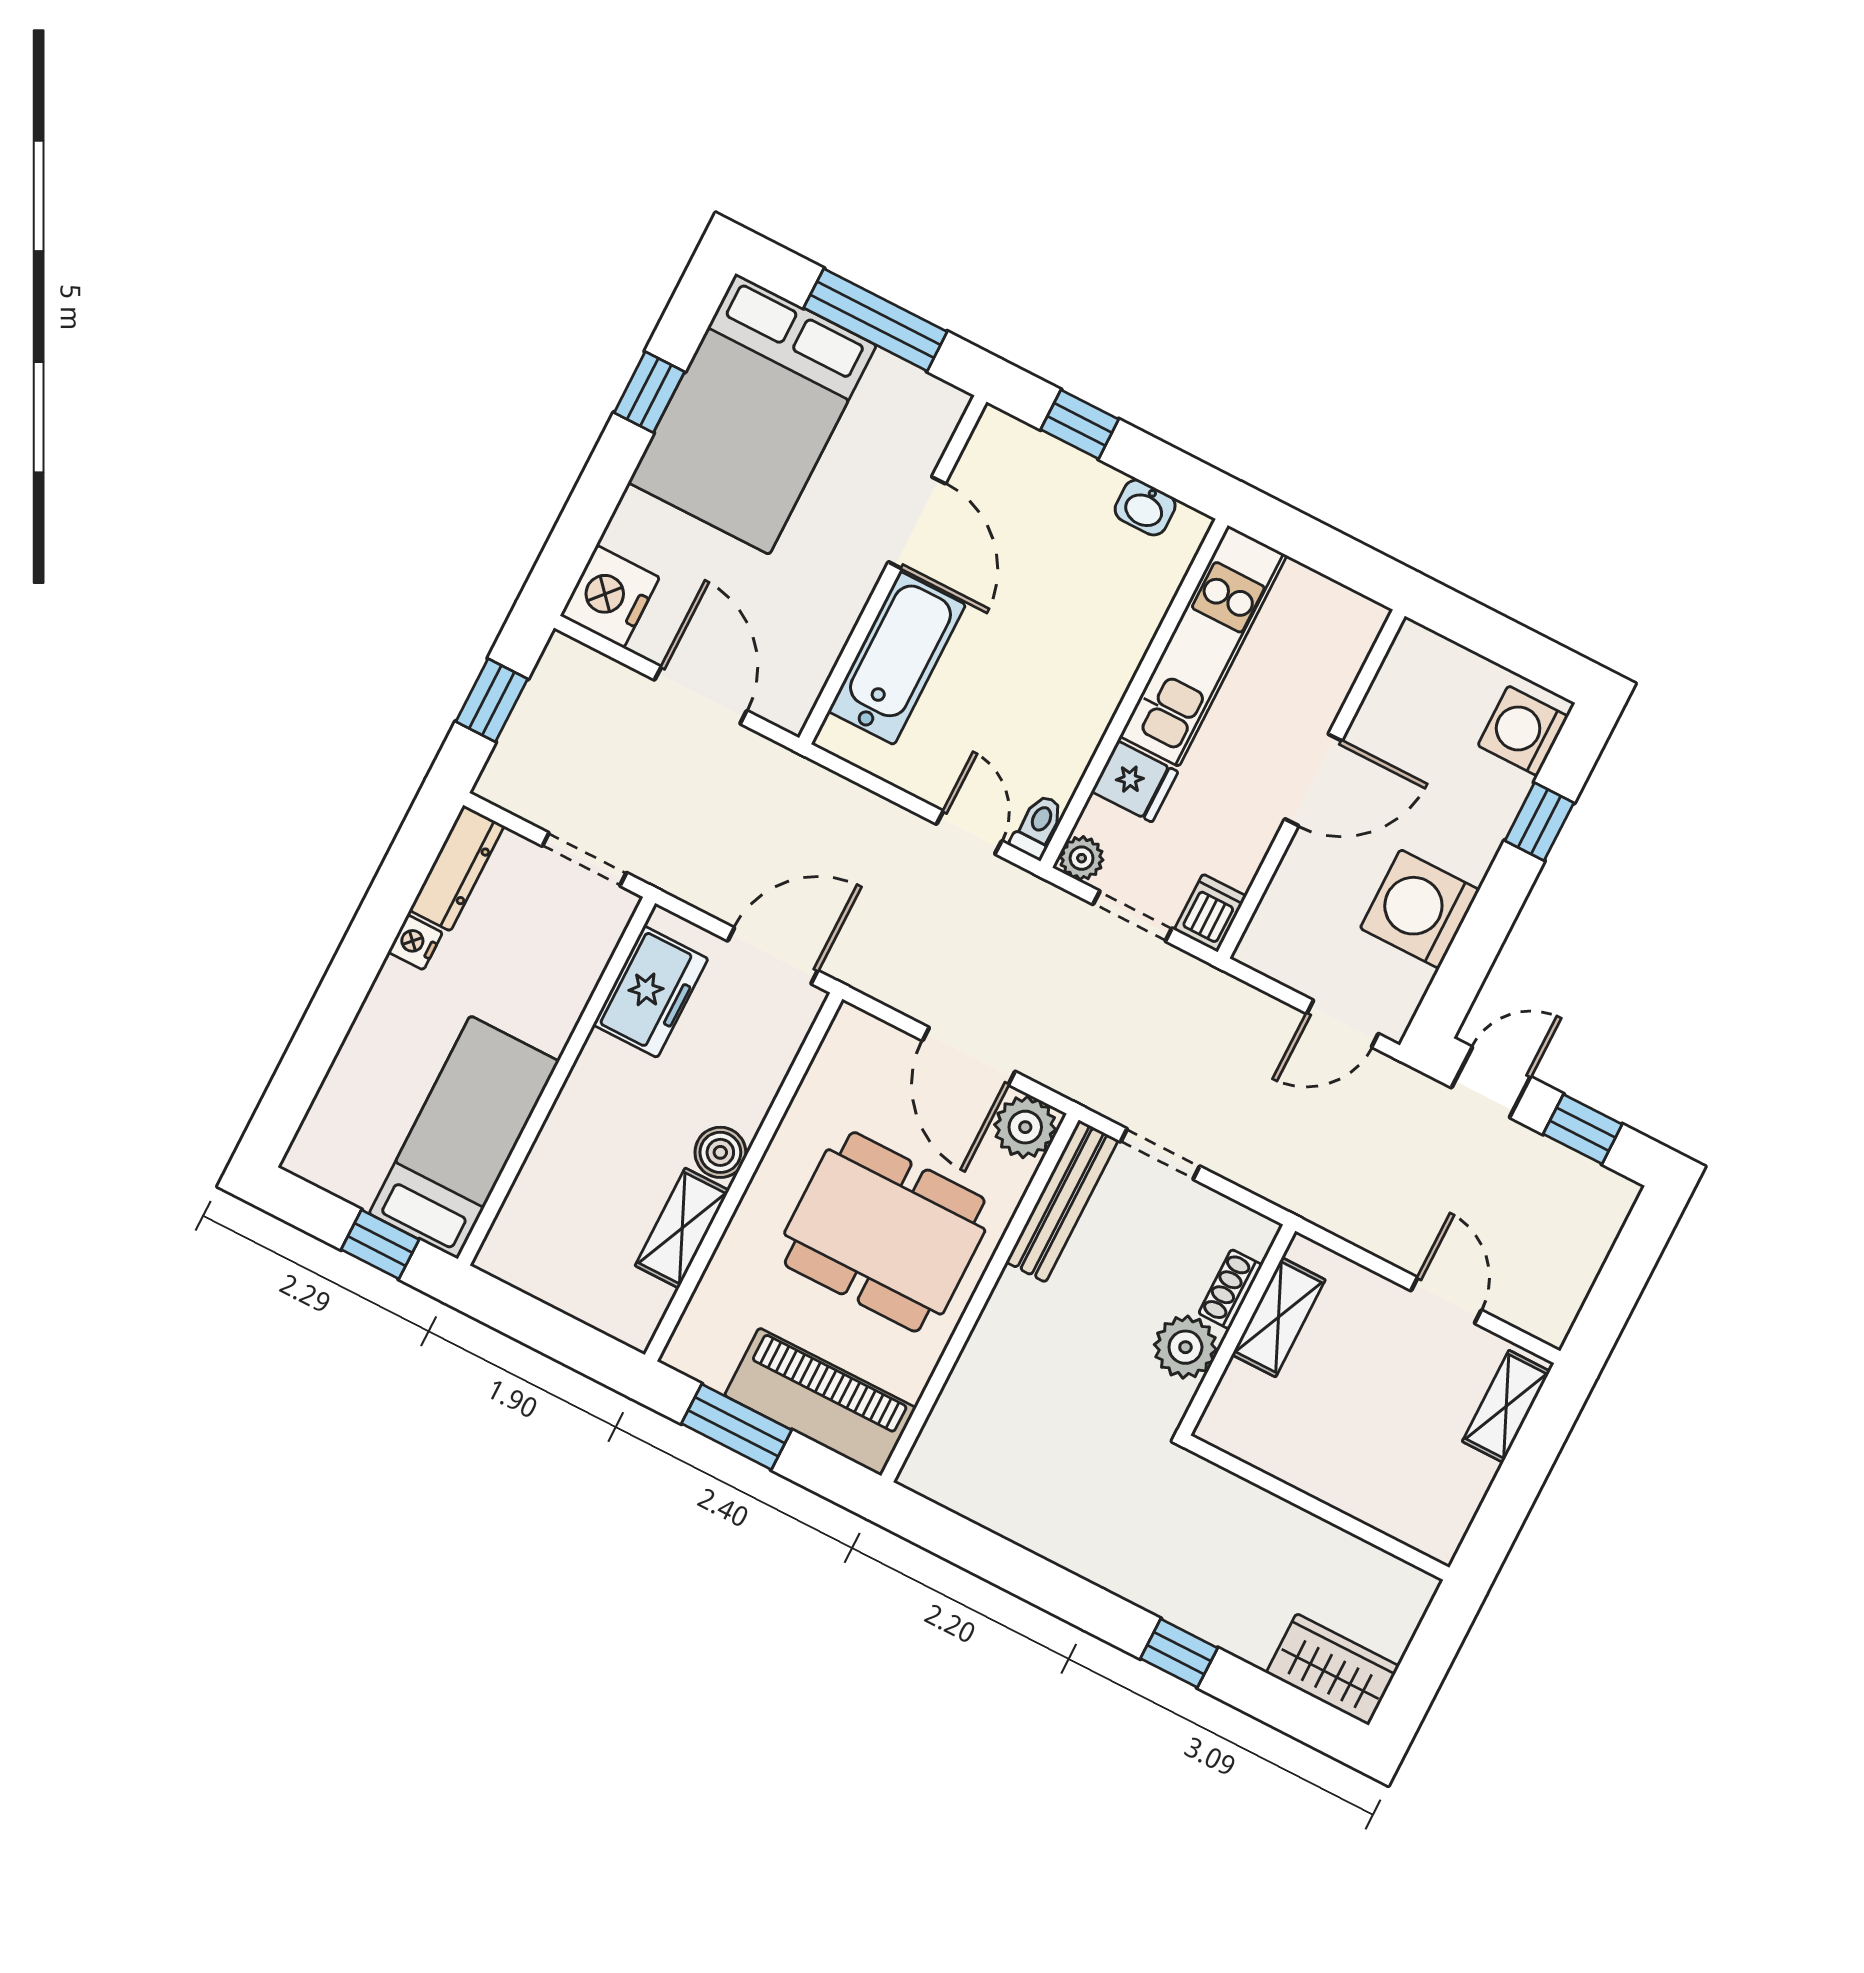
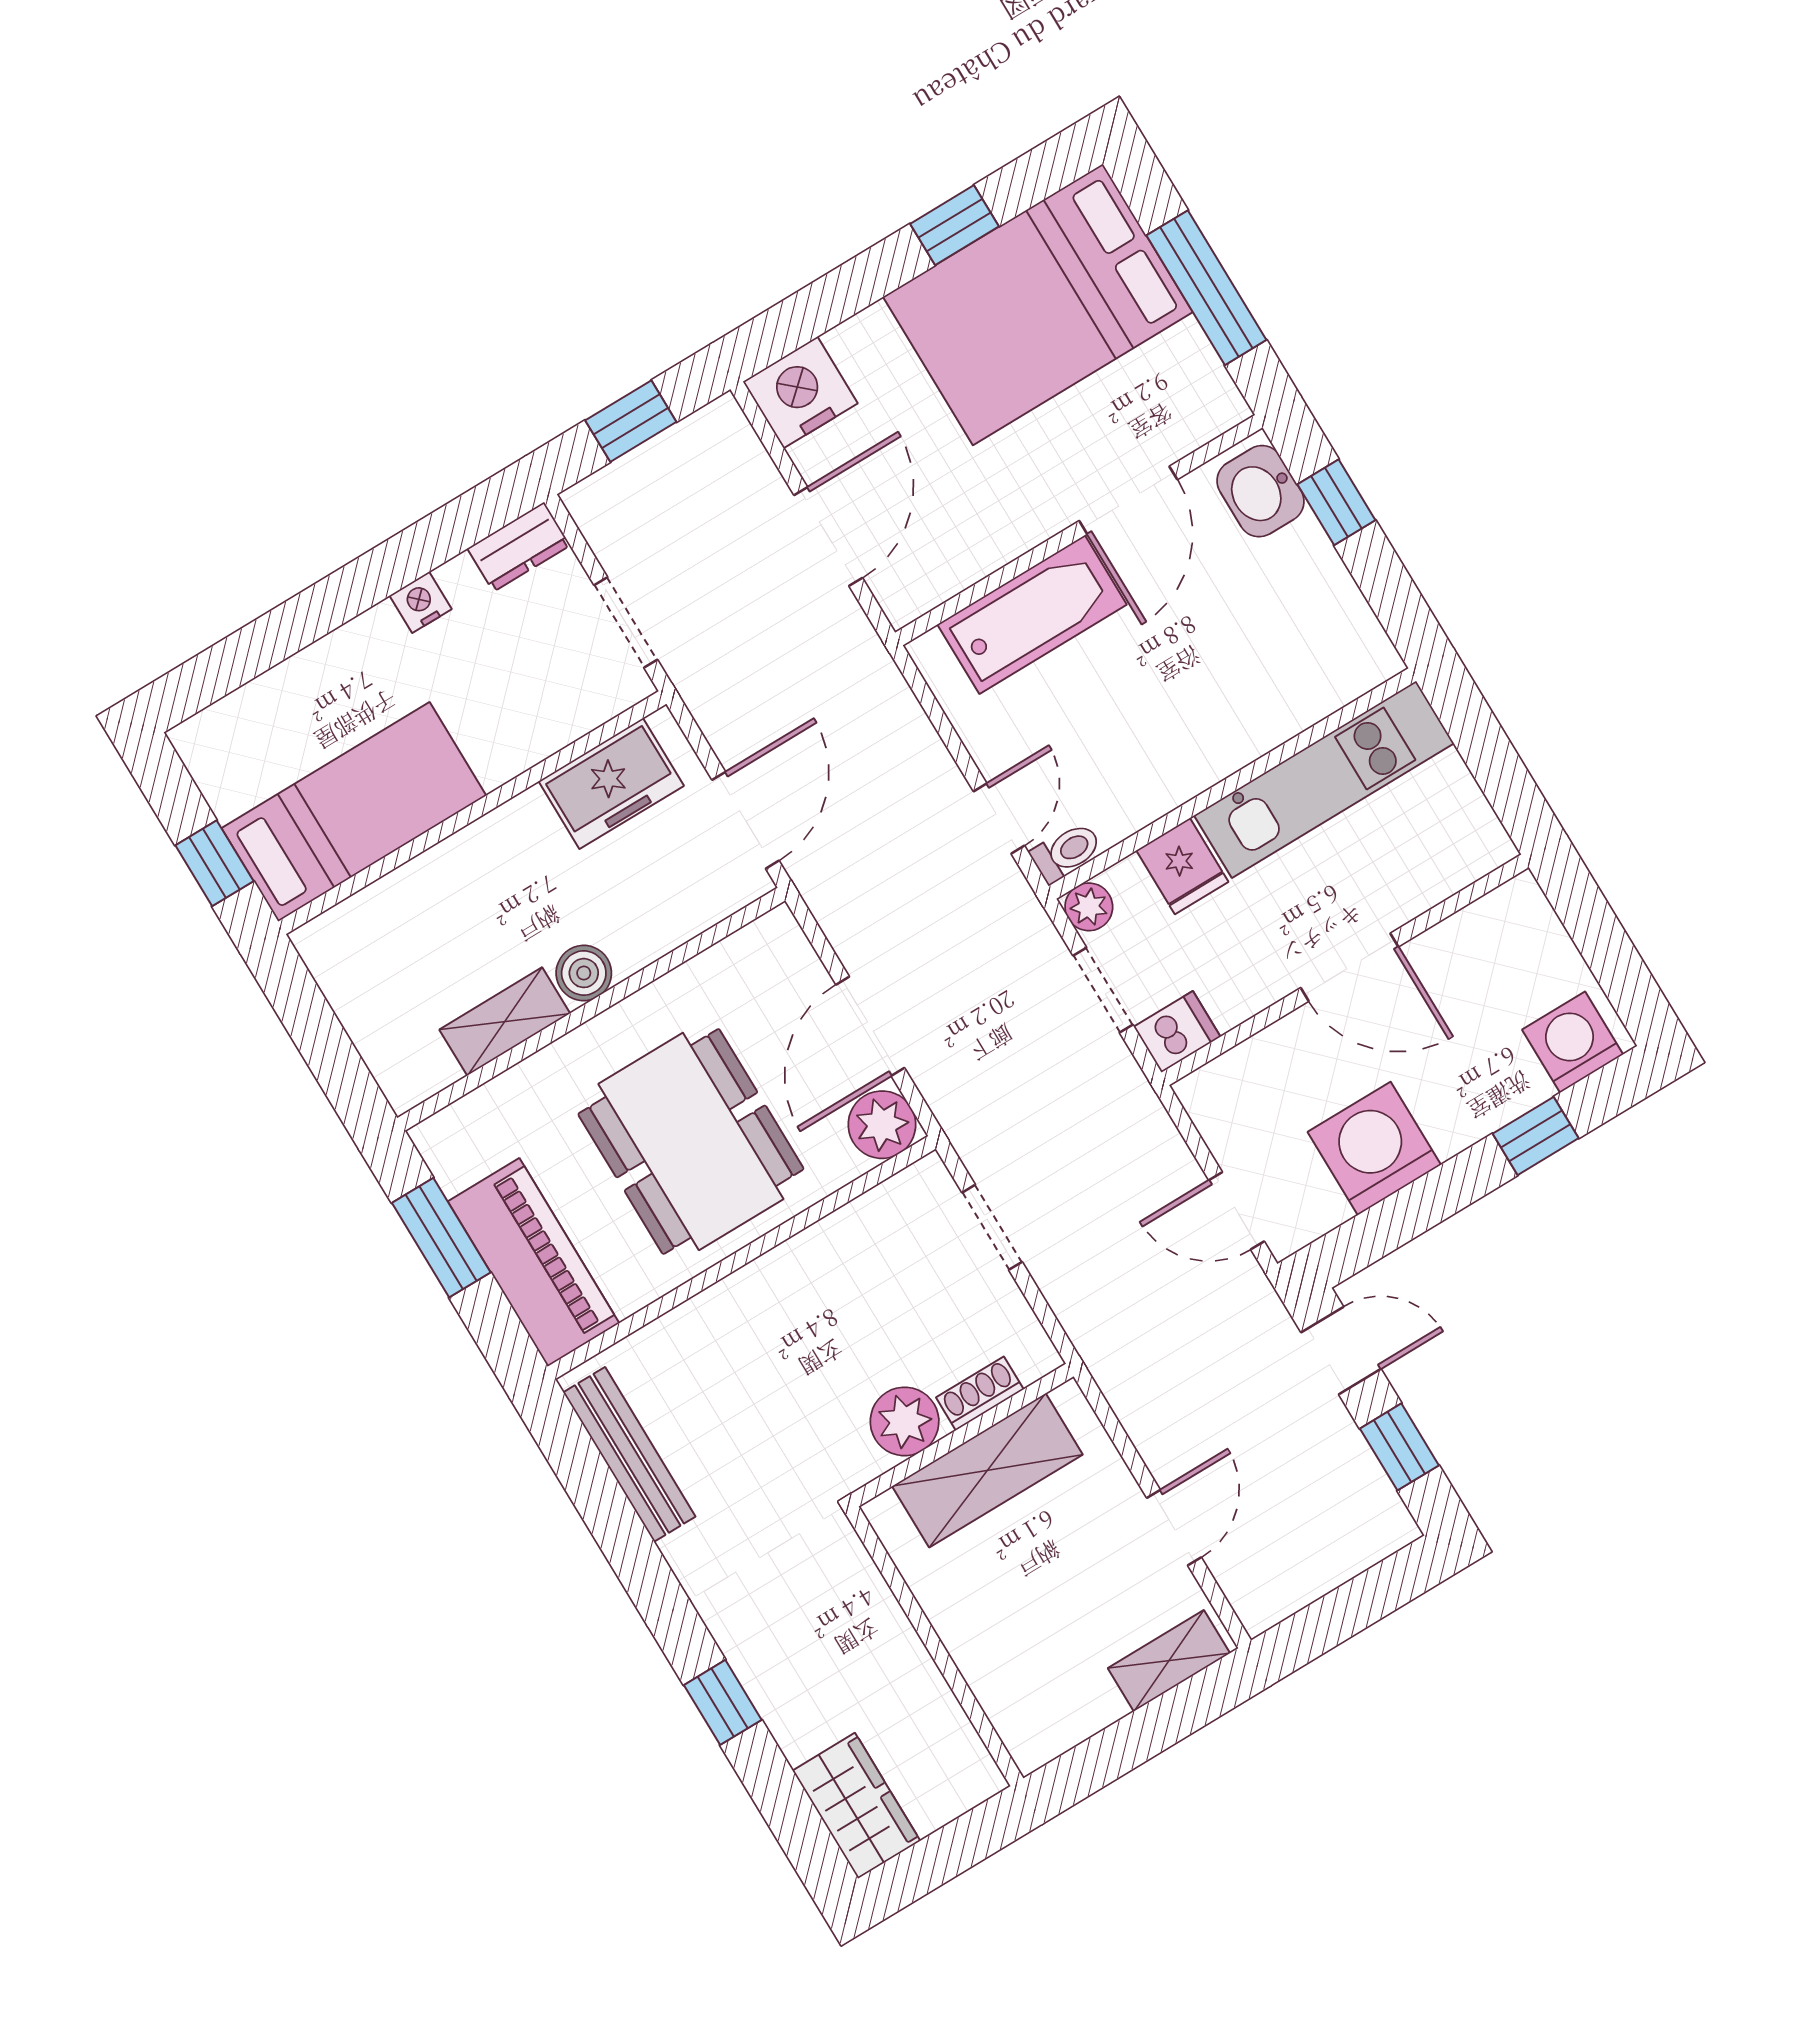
washbasin: (1145, 508) -> (1260, 491), moved, width x1.38, depth x1.45
dresser: (457, 868) -> (519, 547), width x0.70
door: (773, 956) -> (746, 820), hinge flipped
bench: (1062, 1201) -> (629, 1454), moved, turned 90
shelving: (1279, 1317) -> (987, 1470), width x1.50, depth x1.33

